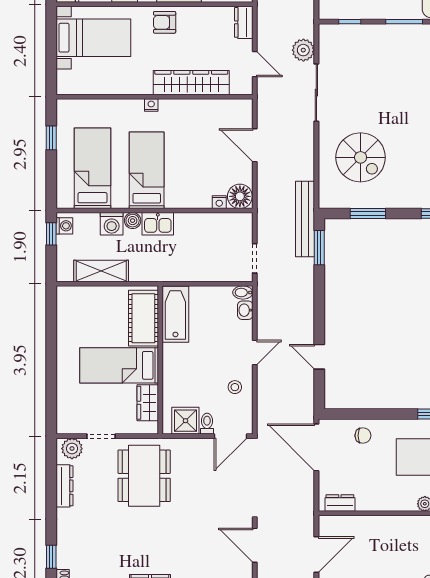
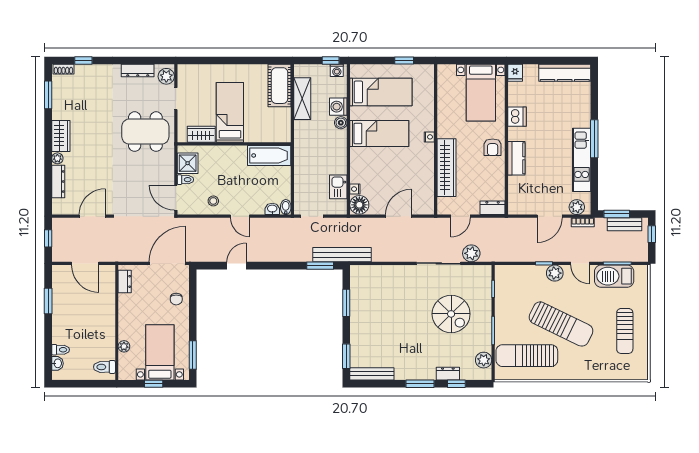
armchair: (165, 22) -> (493, 147), turned 180
spiral stairs: (361, 157) -> (451, 314), moved, turned -90
kitchen sink: (158, 224) -> (338, 187), moved
cot: (143, 318) -> (280, 86), moved, turned 90

